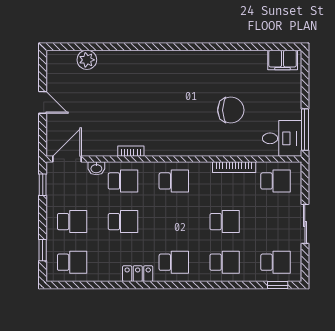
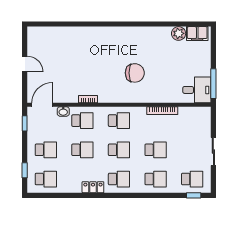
plant: (87, 60) -> (179, 33), moved
chair: (231, 110) -> (135, 73), moved
school desk: (276, 181) -> (119, 150), moved

